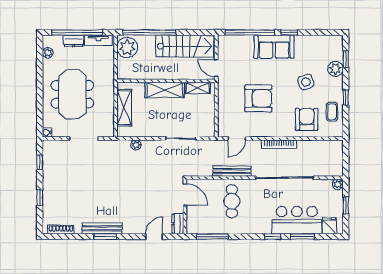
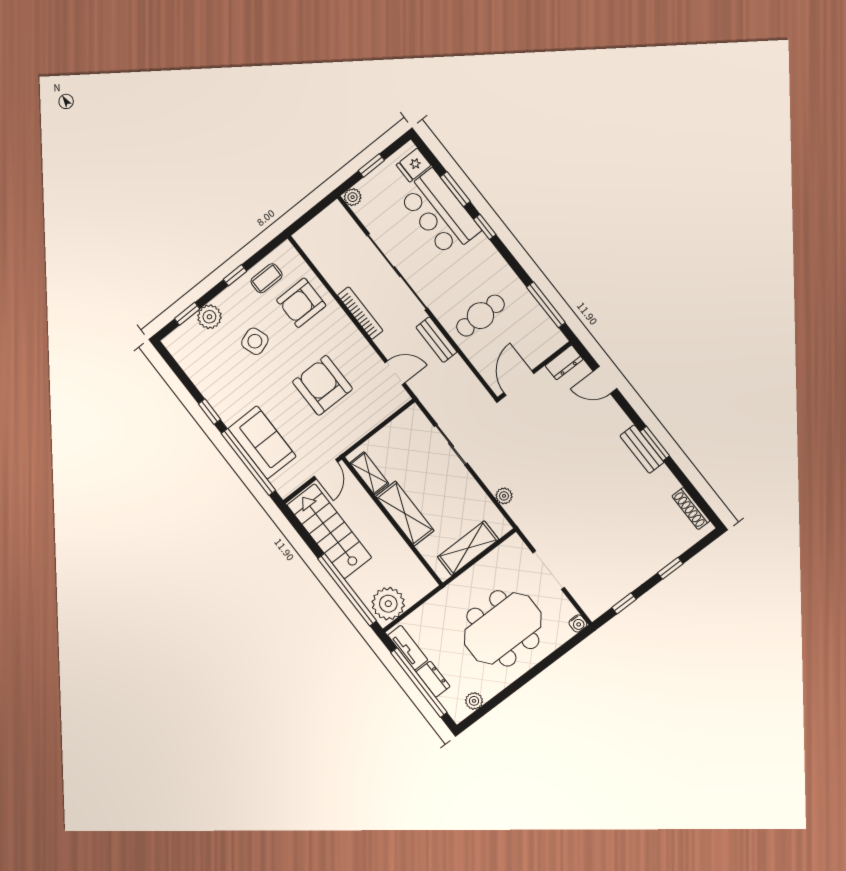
sofa: (274, 47) -> (262, 442), moved
bench: (232, 171) -> (436, 340), width x0.73
bench: (102, 228) -> (642, 449), width x0.73

